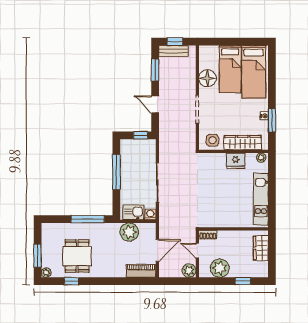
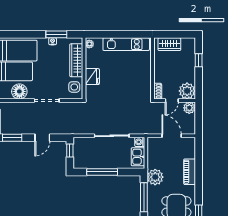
fridge: (236, 161) -> (92, 77), moved
plant: (129, 232) -> (155, 177), moved
plant: (220, 268) -> (187, 91), moved
piano: (141, 271) -> (190, 172), moved

